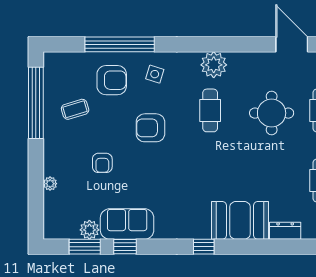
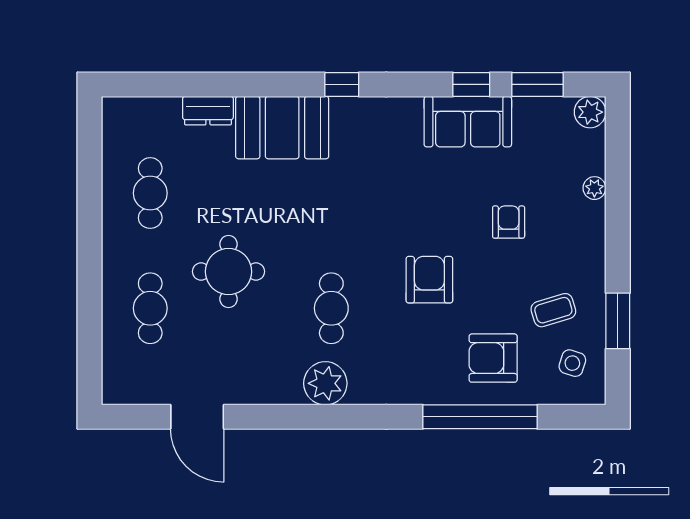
side table: (155, 74) -> (572, 363), moved
window: (36, 103) -> (618, 321), width x0.47
round table: (272, 113) -> (229, 272), moved
armchair: (150, 128) -> (429, 280), turned -90
plant: (89, 230) -> (590, 112), moved

